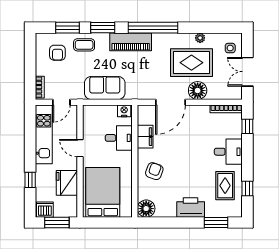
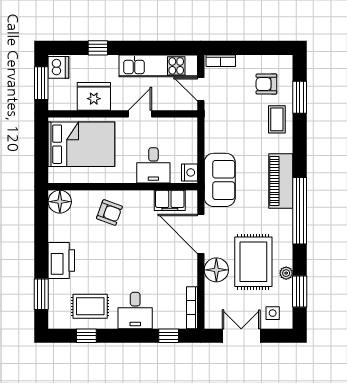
window: (103, 28) -> (300, 292), moved
sofa: (105, 88) -> (220, 180), moved
filing cabinet: (145, 137) -> (170, 200), moved

